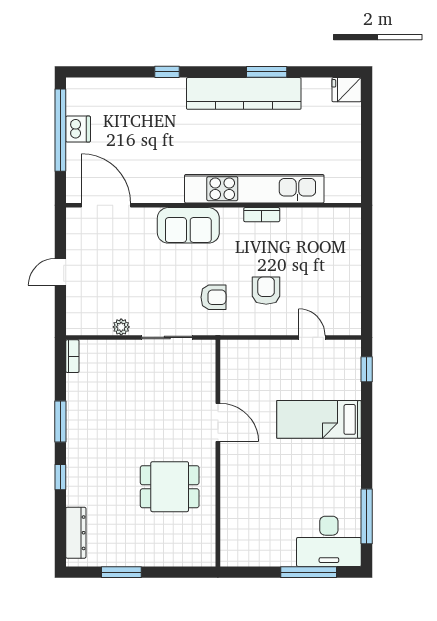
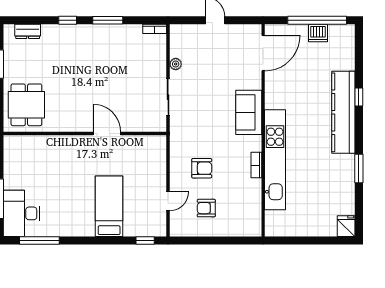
kitchen counter: (244, 93) -> (343, 112), moved
armchair: (213, 297) -> (206, 208), moved, turned 90
door: (218, 422) -> (107, 134), swing flipped
dining table: (170, 487) -> (26, 105), moved
dresser: (76, 533) -> (28, 31), width x0.70

